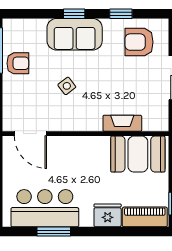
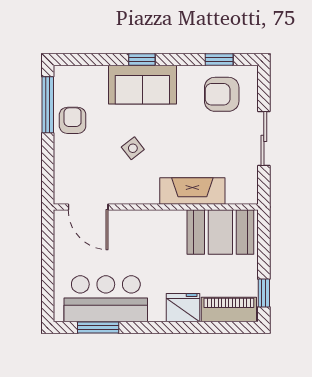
window: (121, 14) -> (219, 59), moved
armchair: (18, 63) -> (73, 120), turned -90
fireplace: (122, 123) -> (192, 191), width x1.37, depth x1.32
window: (54, 232) -> (98, 327), moved

